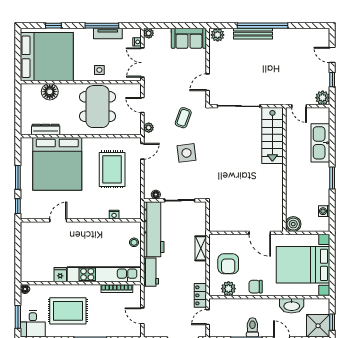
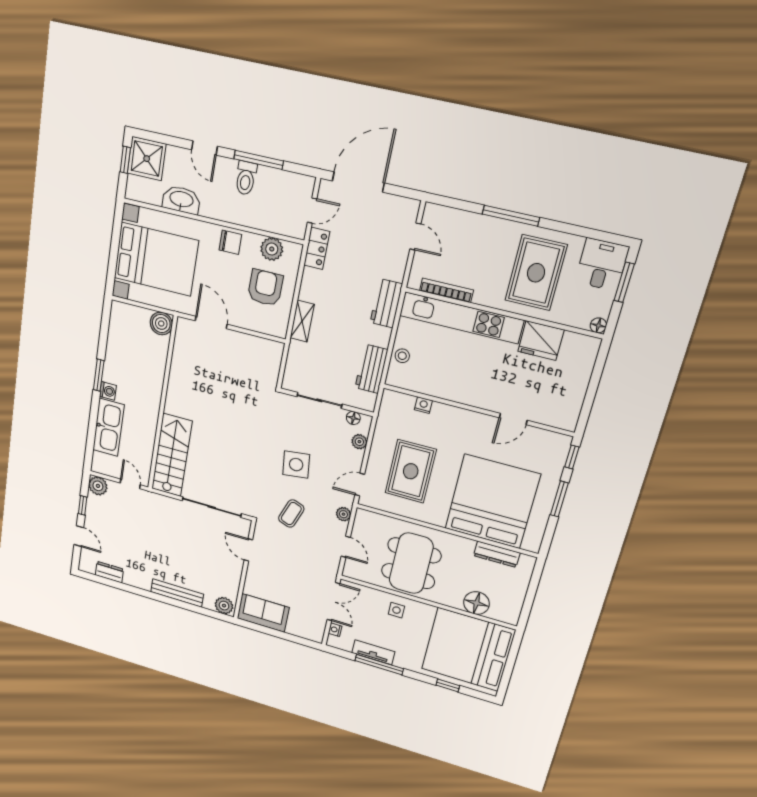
window: (263, 26) -> (163, 599), removed
plant: (149, 33) -> (359, 442), moved
dresser: (305, 34) -> (109, 572), added
door: (208, 82) -> (248, 550), swing flipped
washing machine: (324, 211) -> (108, 391), moved
workbench: (154, 229) -> (371, 369), width x0.53, depth x0.76
fridge: (60, 275) -> (541, 341), width x1.88, depth x1.34
rug: (68, 311) -> (536, 273), turned 90

